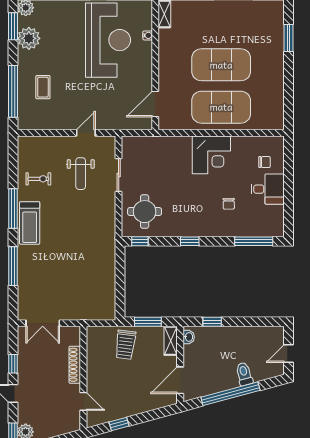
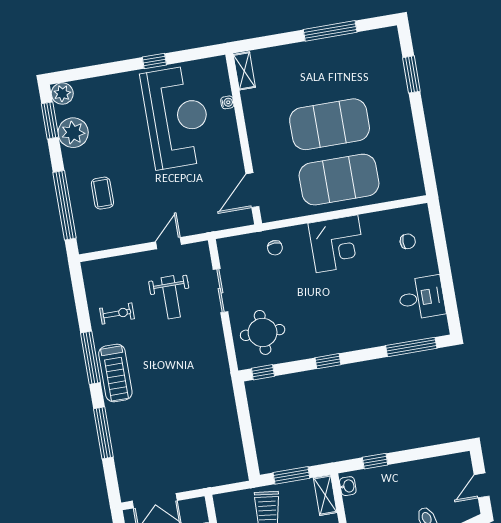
desk: (268, 189) -> (422, 298), moved
chair: (229, 204) -> (275, 248), moved

